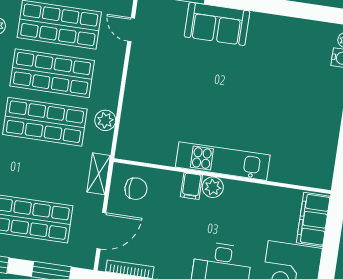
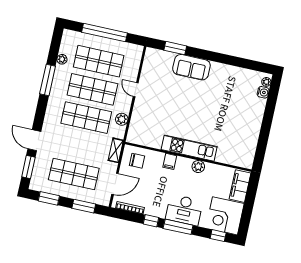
door: (131, 30) -> (136, 90), moved
plant: (213, 187) -> (198, 167), moved

